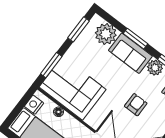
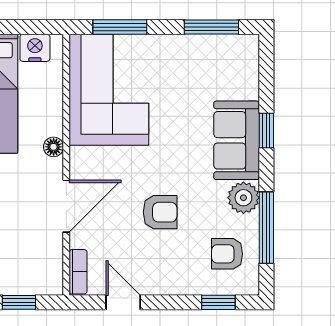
plant: (106, 34) -> (237, 77), removed
window: (135, 39) -> (266, 130), width x0.67
floor lamp: (58, 112) -> (54, 147), moved

